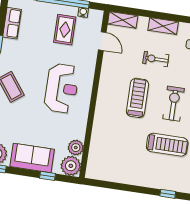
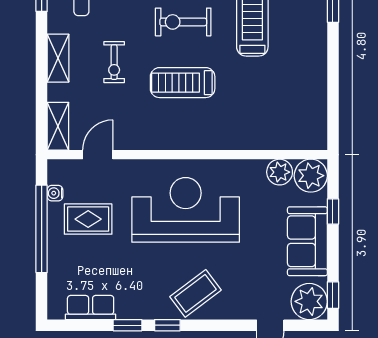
reception desk: (62, 88) -> (186, 210), width x1.36, depth x1.30

